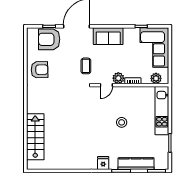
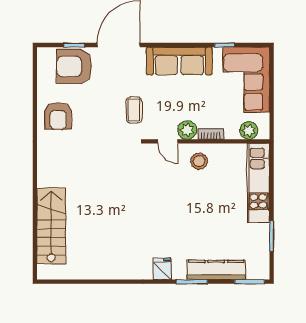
sofa: (108, 36) -> (179, 61), width x1.36
armchair: (40, 70) -> (58, 116), turned 91
door: (106, 85) -> (168, 141), hinge flipped
stool: (122, 122) -> (199, 161), moved

